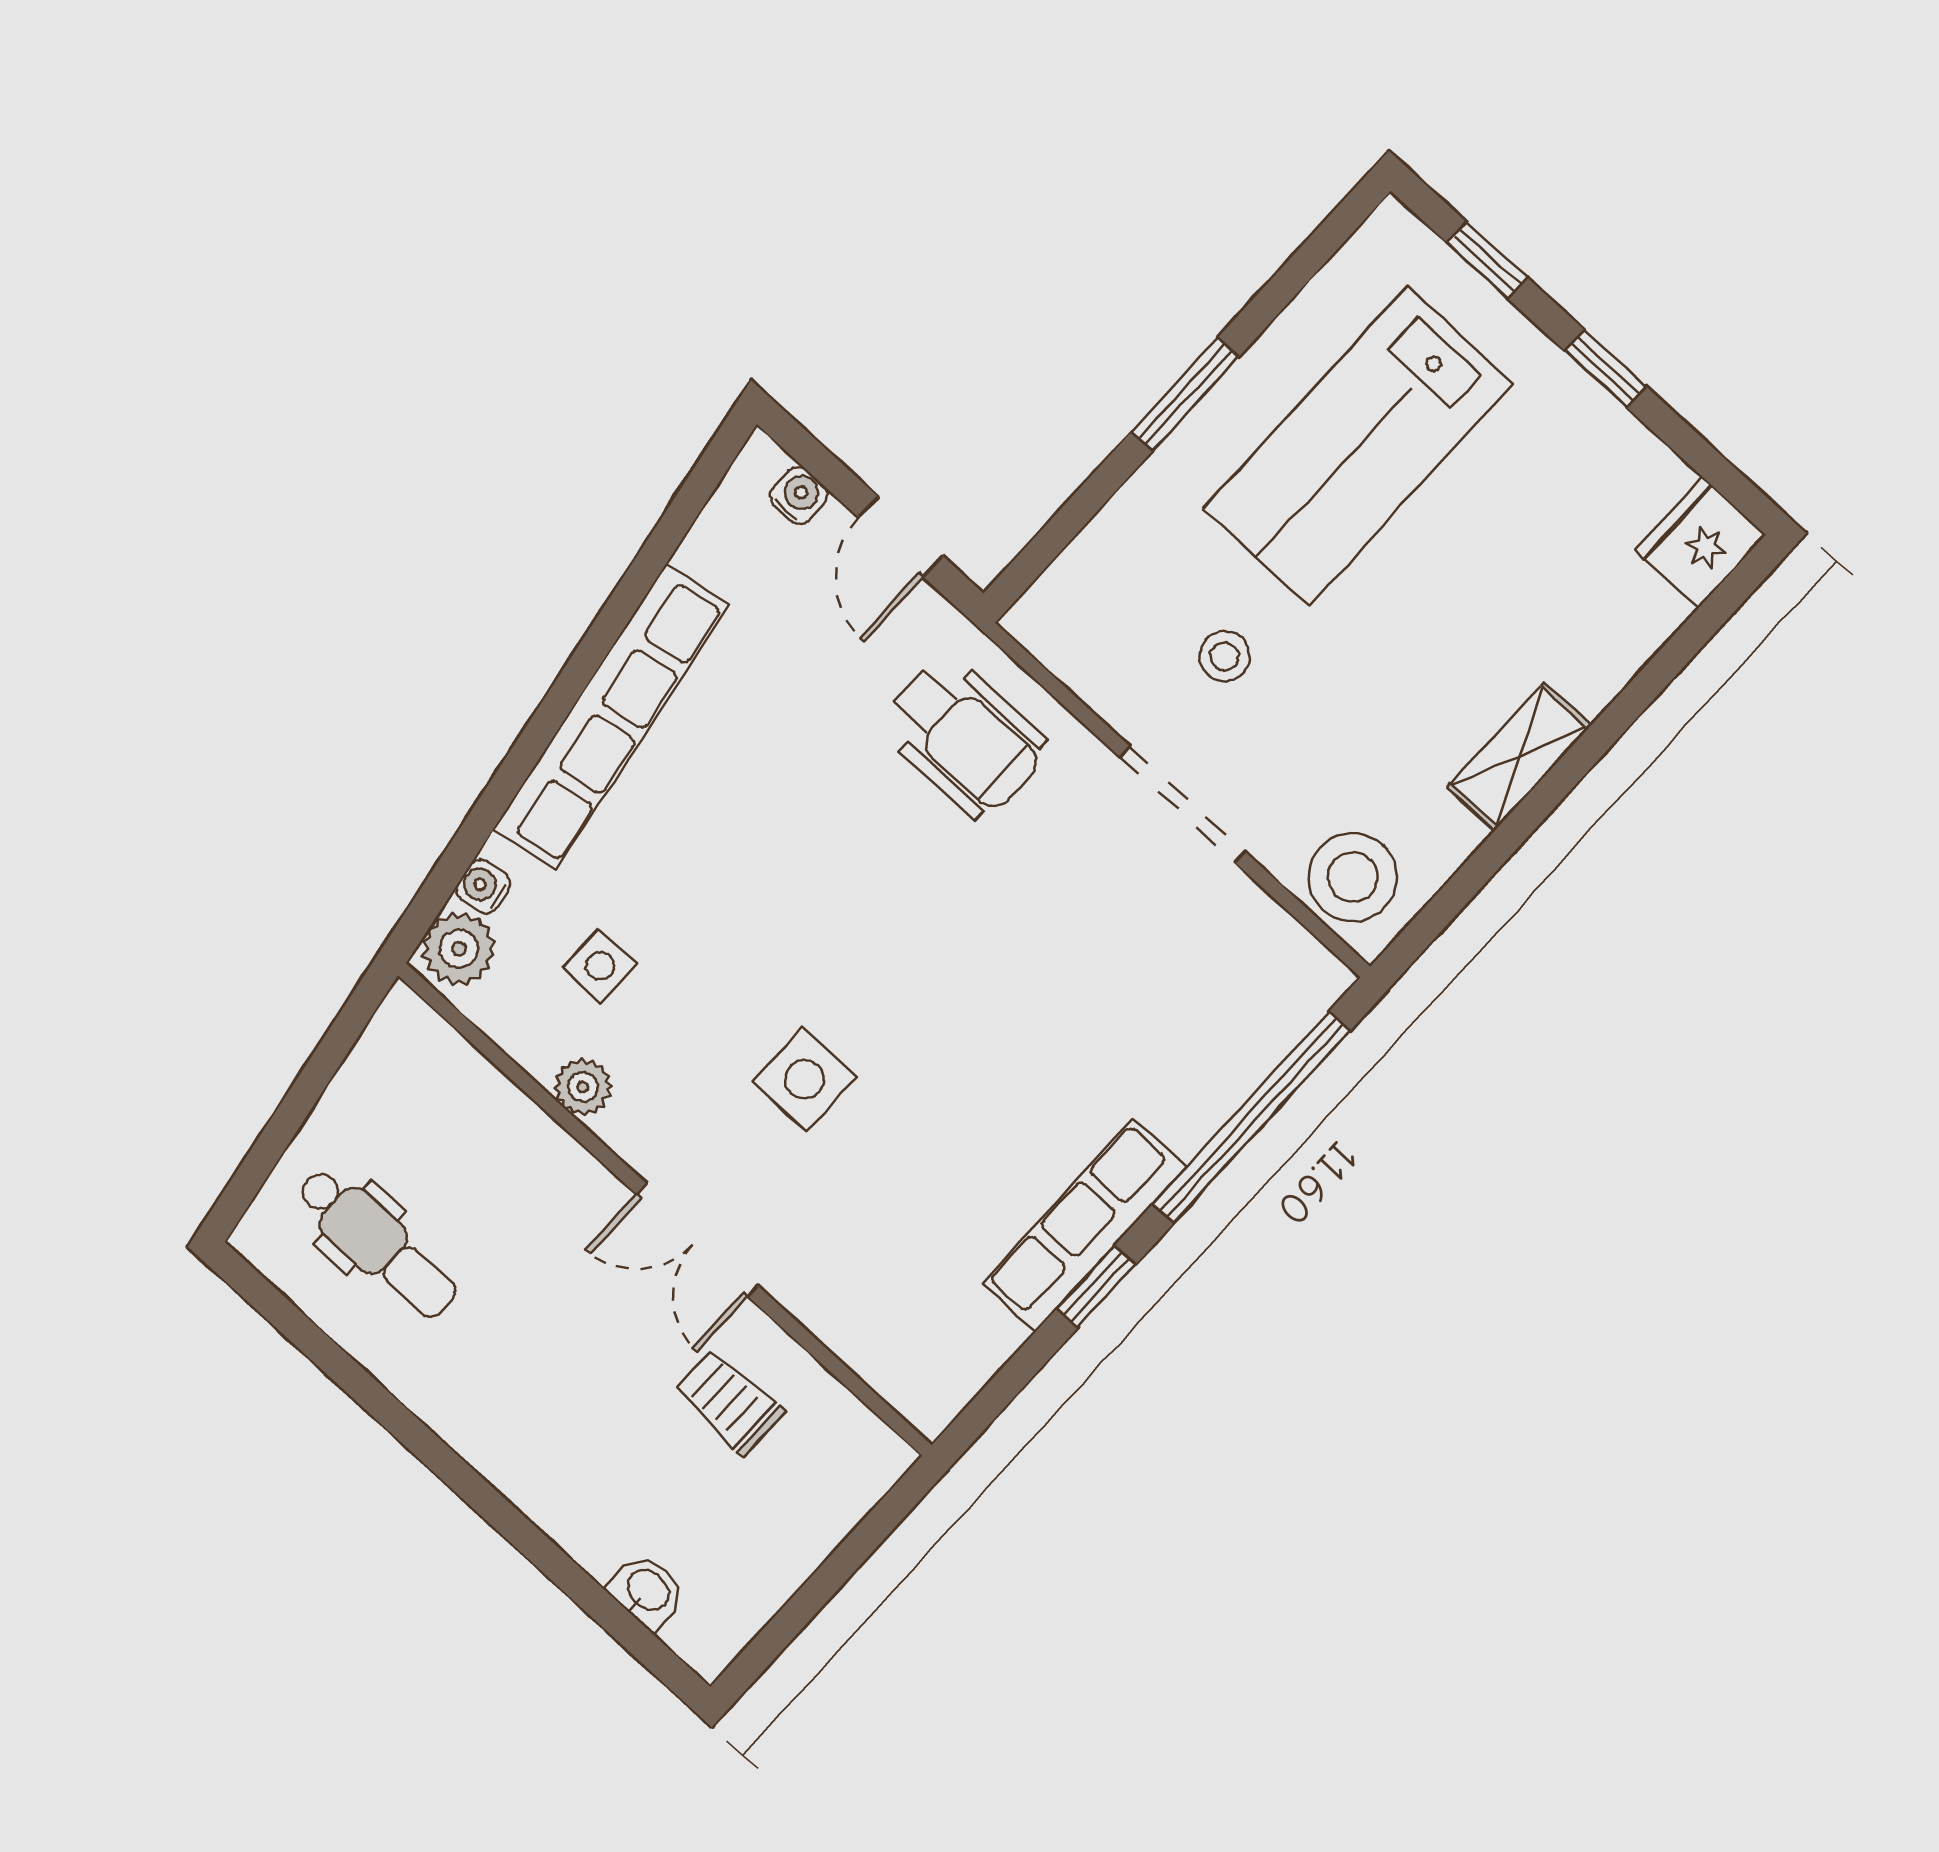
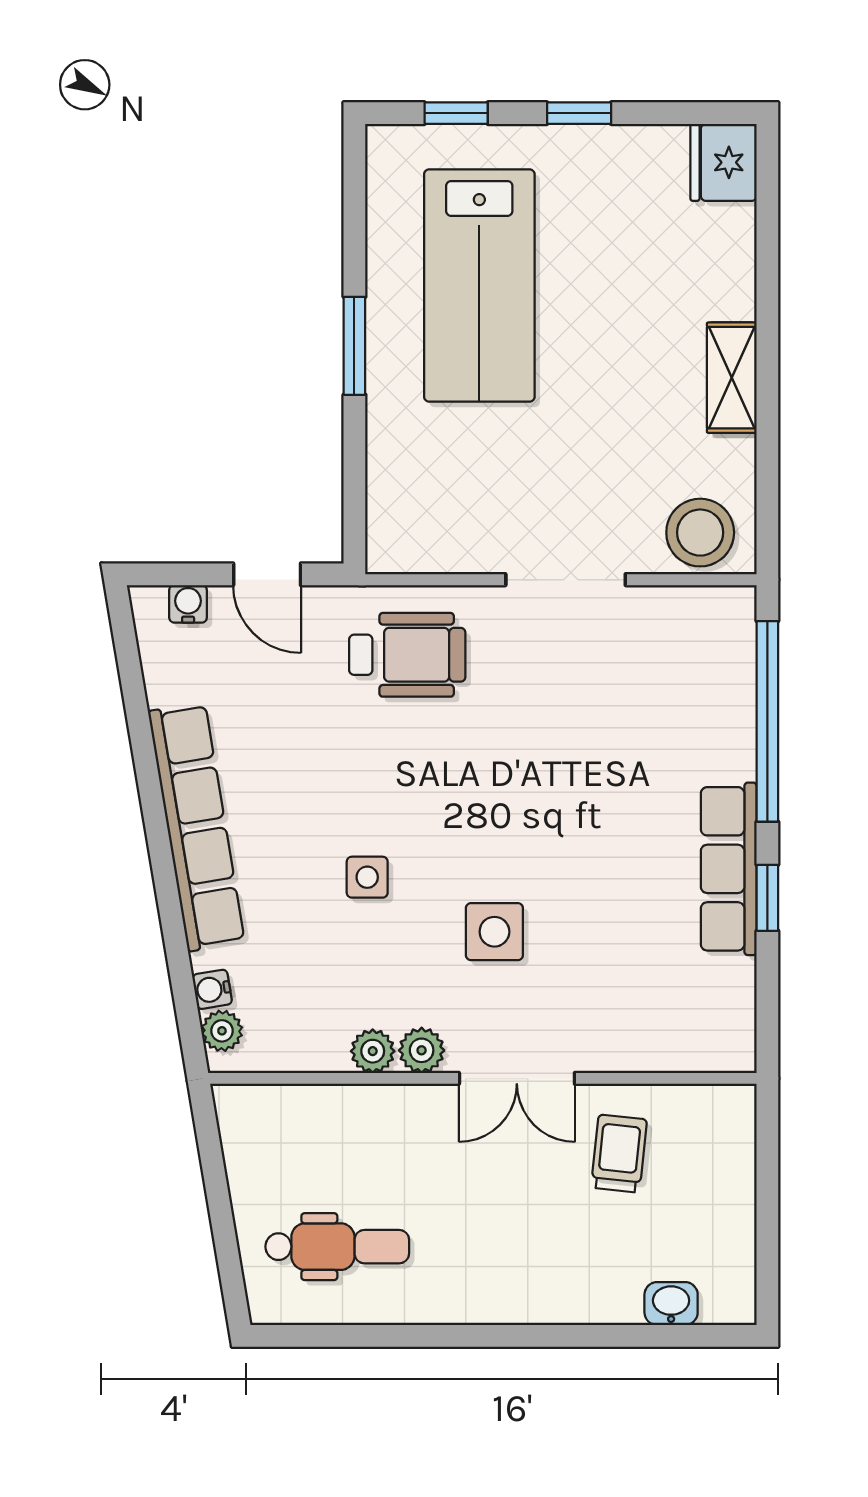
stool: (1225, 656) -> (513, 474), removed
plant: (459, 949) -> (222, 1031), width x0.73, depth x0.73
side table: (600, 966) -> (367, 877), moved
plant: (630, 1129) -> (422, 1050), added
trolley: (729, 1402) -> (619, 1154), turned 96

